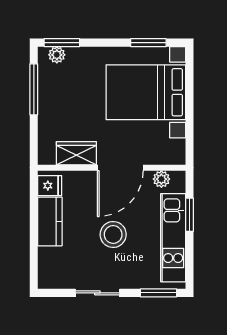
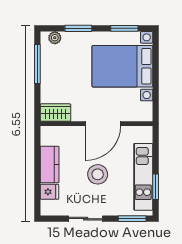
window: (62, 43) -> (78, 28), moved
wardrobe: (76, 153) -> (55, 113), moved
plant: (161, 179) -> (134, 132), removed
fridge: (50, 186) -> (49, 192), moved
window: (189, 215) -> (156, 187), moved

